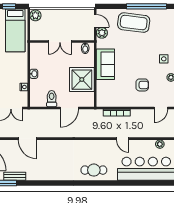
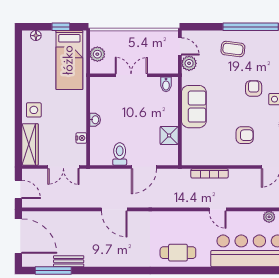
plant: (35, 15) -> (97, 54), moved
coffee table: (134, 23) -> (233, 49), width x0.54, depth x0.58
double door: (60, 42) -> (131, 75), swing flipped
armchair: (149, 51) -> (254, 88), added
shower: (82, 80) -> (169, 135), width x0.54, depth x0.54
door: (28, 139) -> (114, 209), moved

